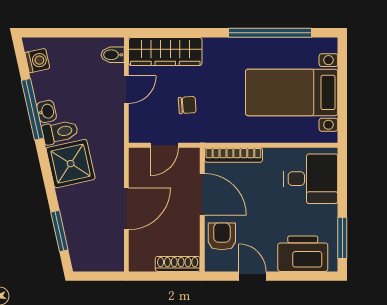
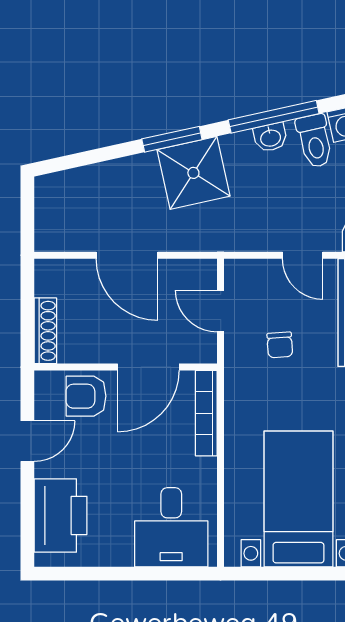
toilet: (60, 132) -> (315, 141), moved
window: (59, 231) -> (172, 139), moved
armchair: (222, 236) -> (86, 396), turned 180
window: (342, 238) -> (84, 574), removed

